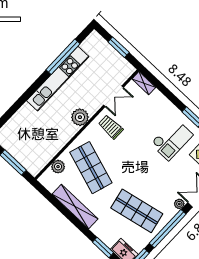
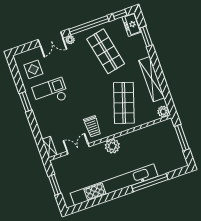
window: (63, 57) -> (150, 183), moved
kitchen unit: (58, 79) -> (114, 185), width x1.36
plant: (58, 167) -> (163, 112), moved

